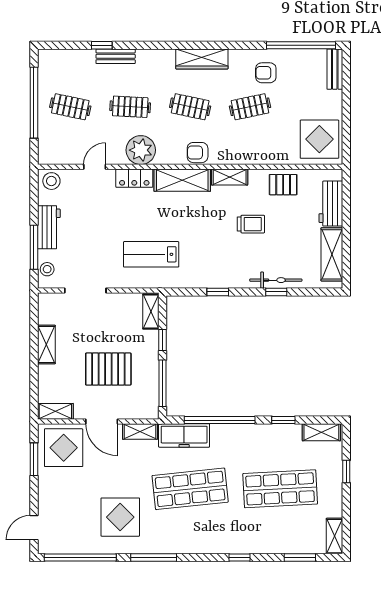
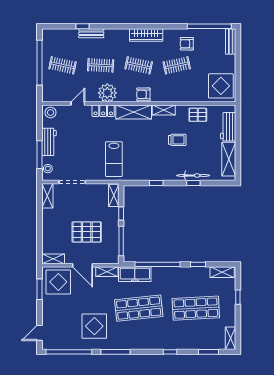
lab bench: (151, 254) -> (114, 159), turned -90
shelving: (46, 345) -> (47, 196), moved

